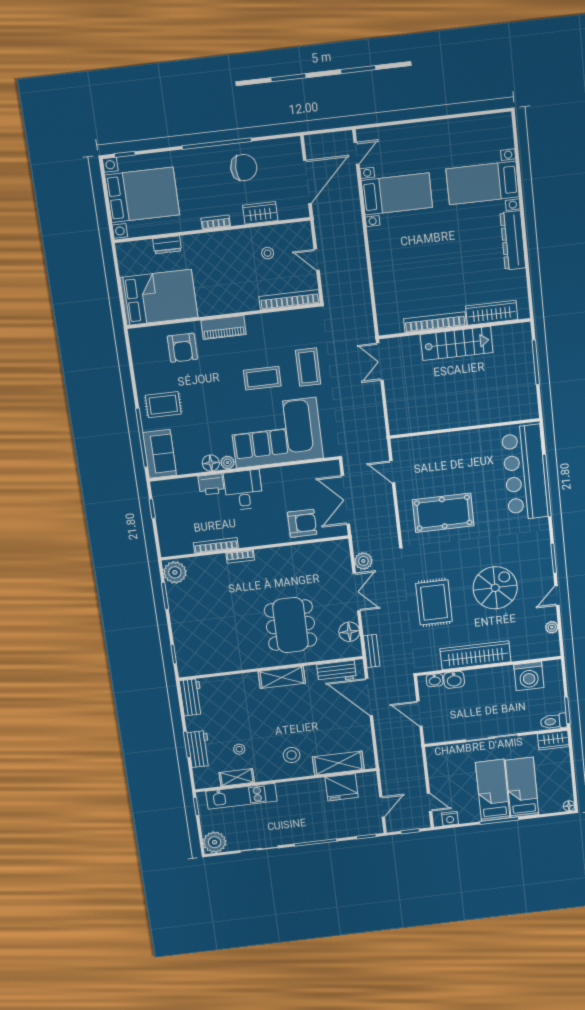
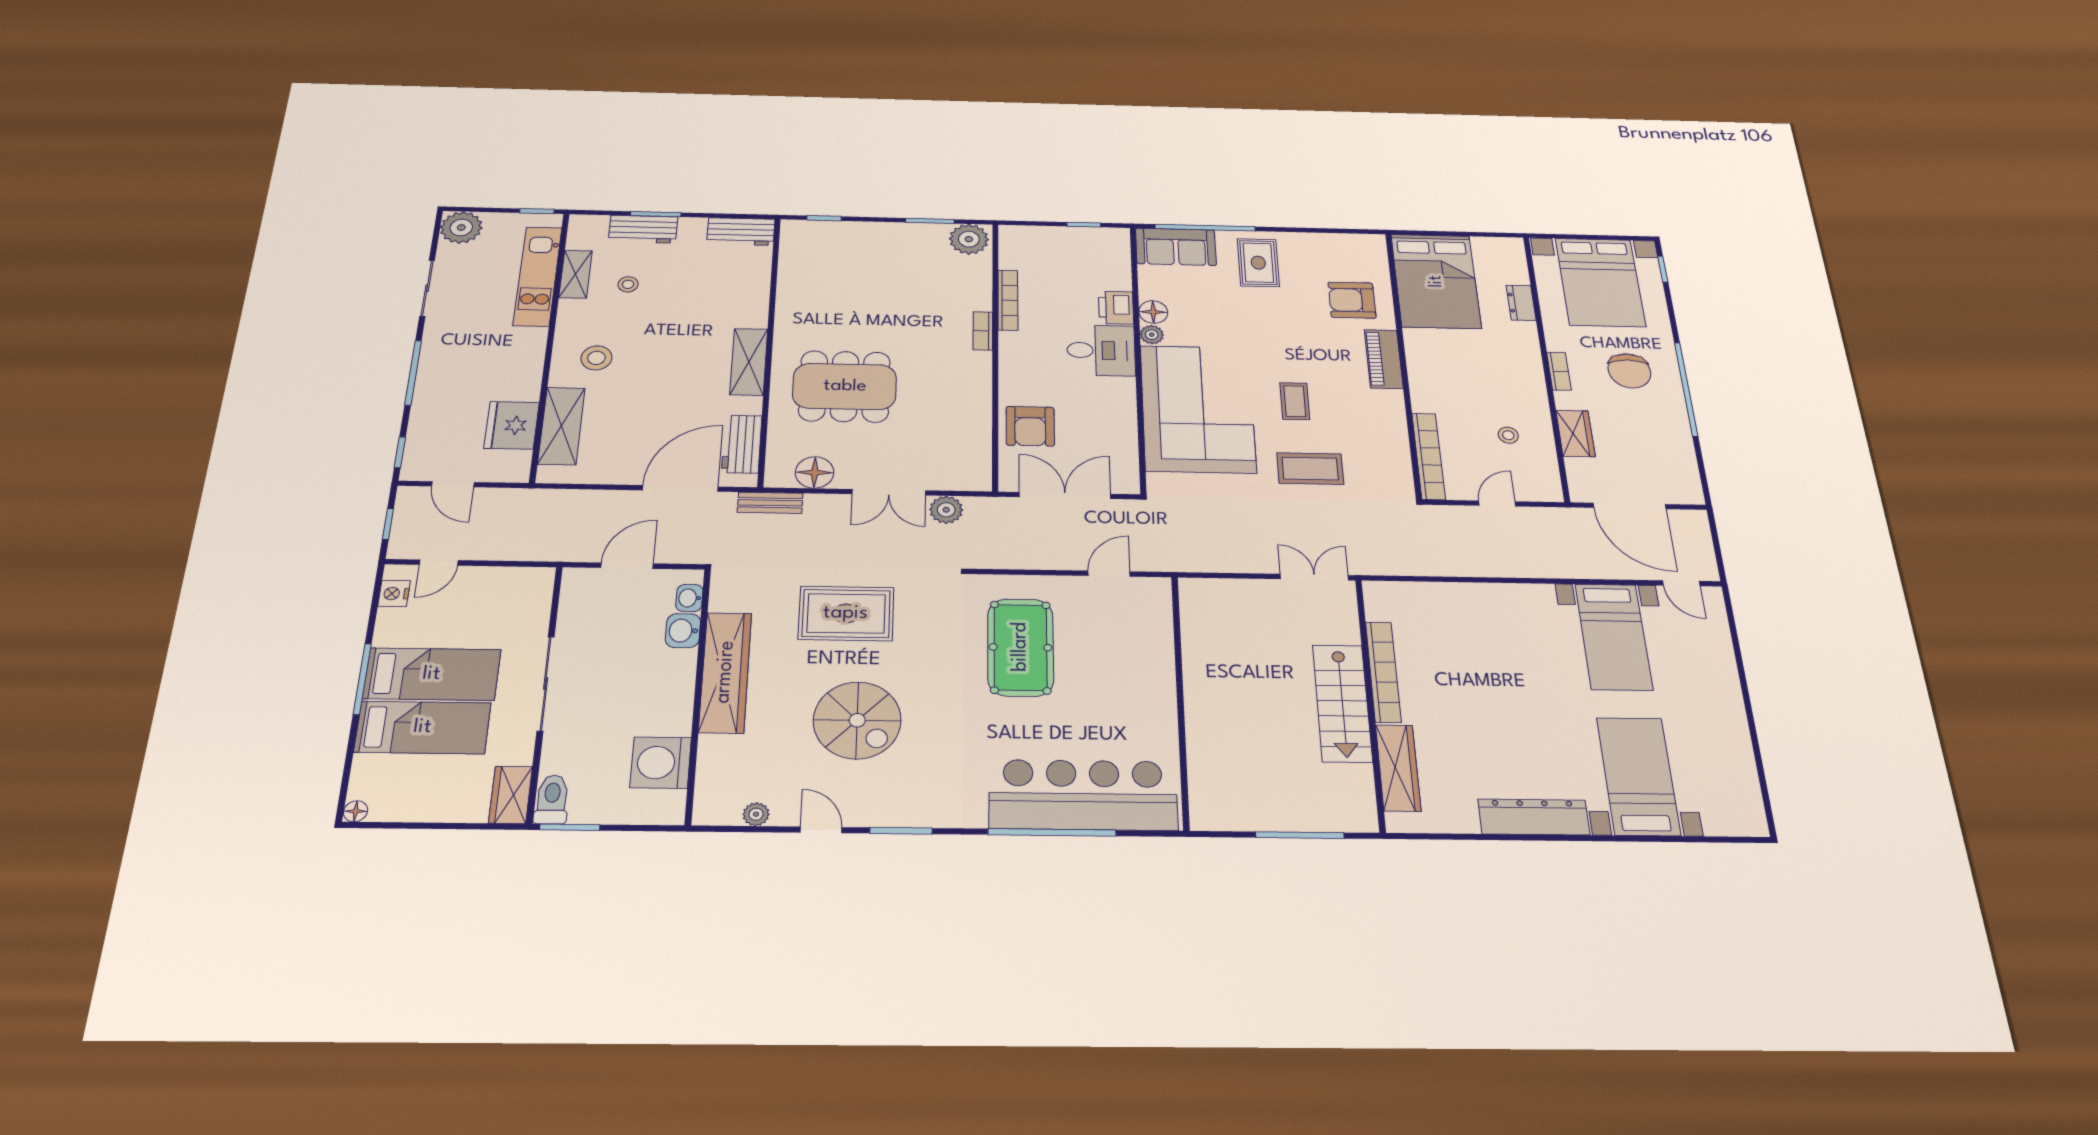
chair: (244, 168) -> (1629, 371), moved
coffee table: (262, 378) -> (1295, 401), width x0.73, depth x0.77

